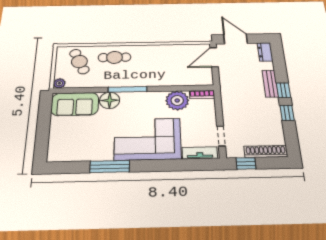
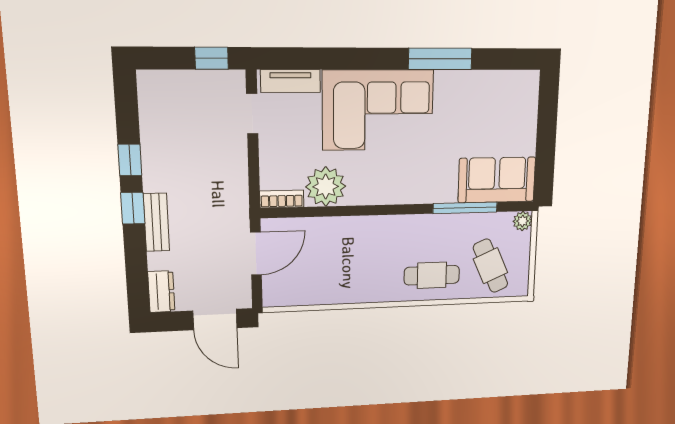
door: (214, 57) -> (256, 254), moved
window: (128, 89) -> (465, 208), moved
floor lamp: (110, 100) -> (440, 187), removed
shoe rack: (266, 151) -> (175, 81), removed

